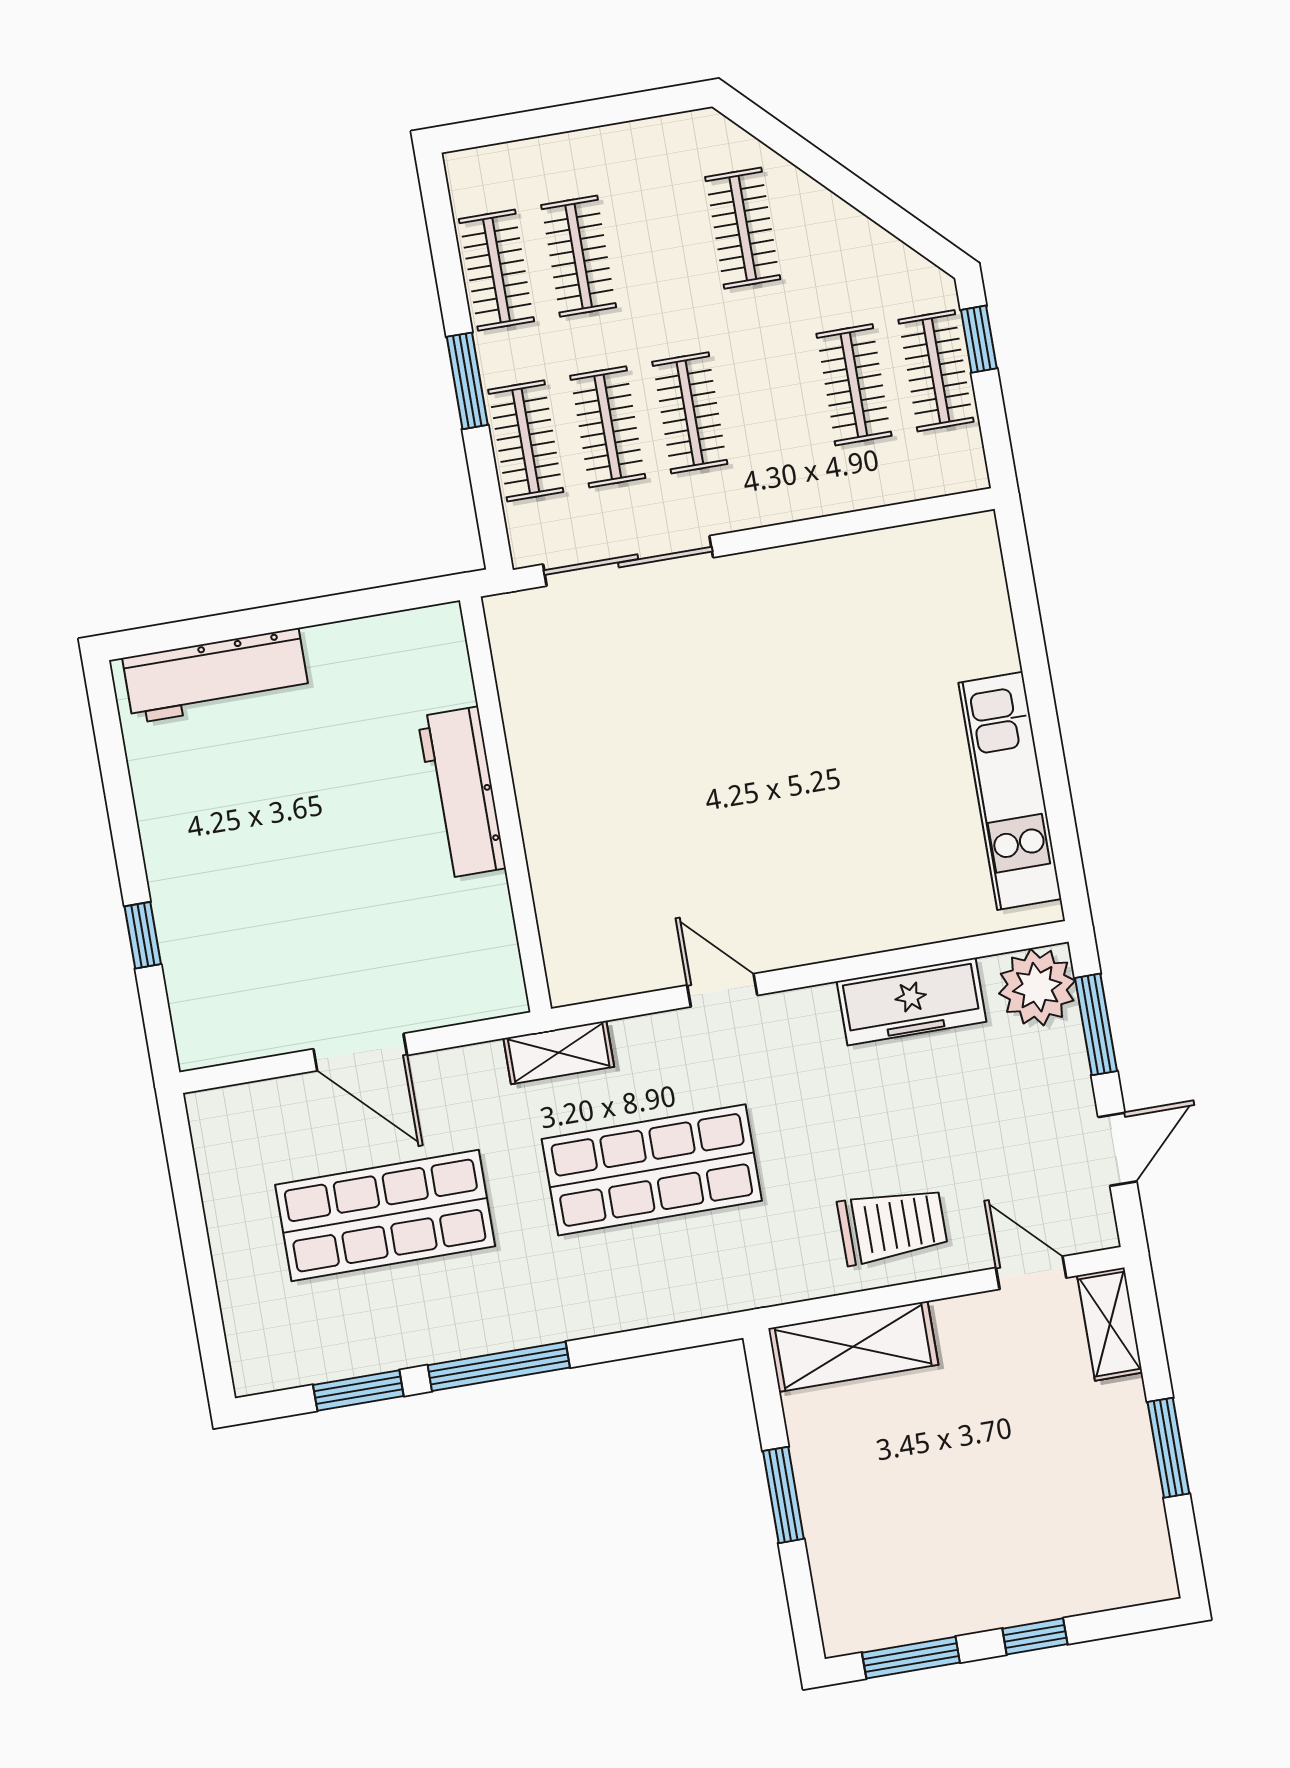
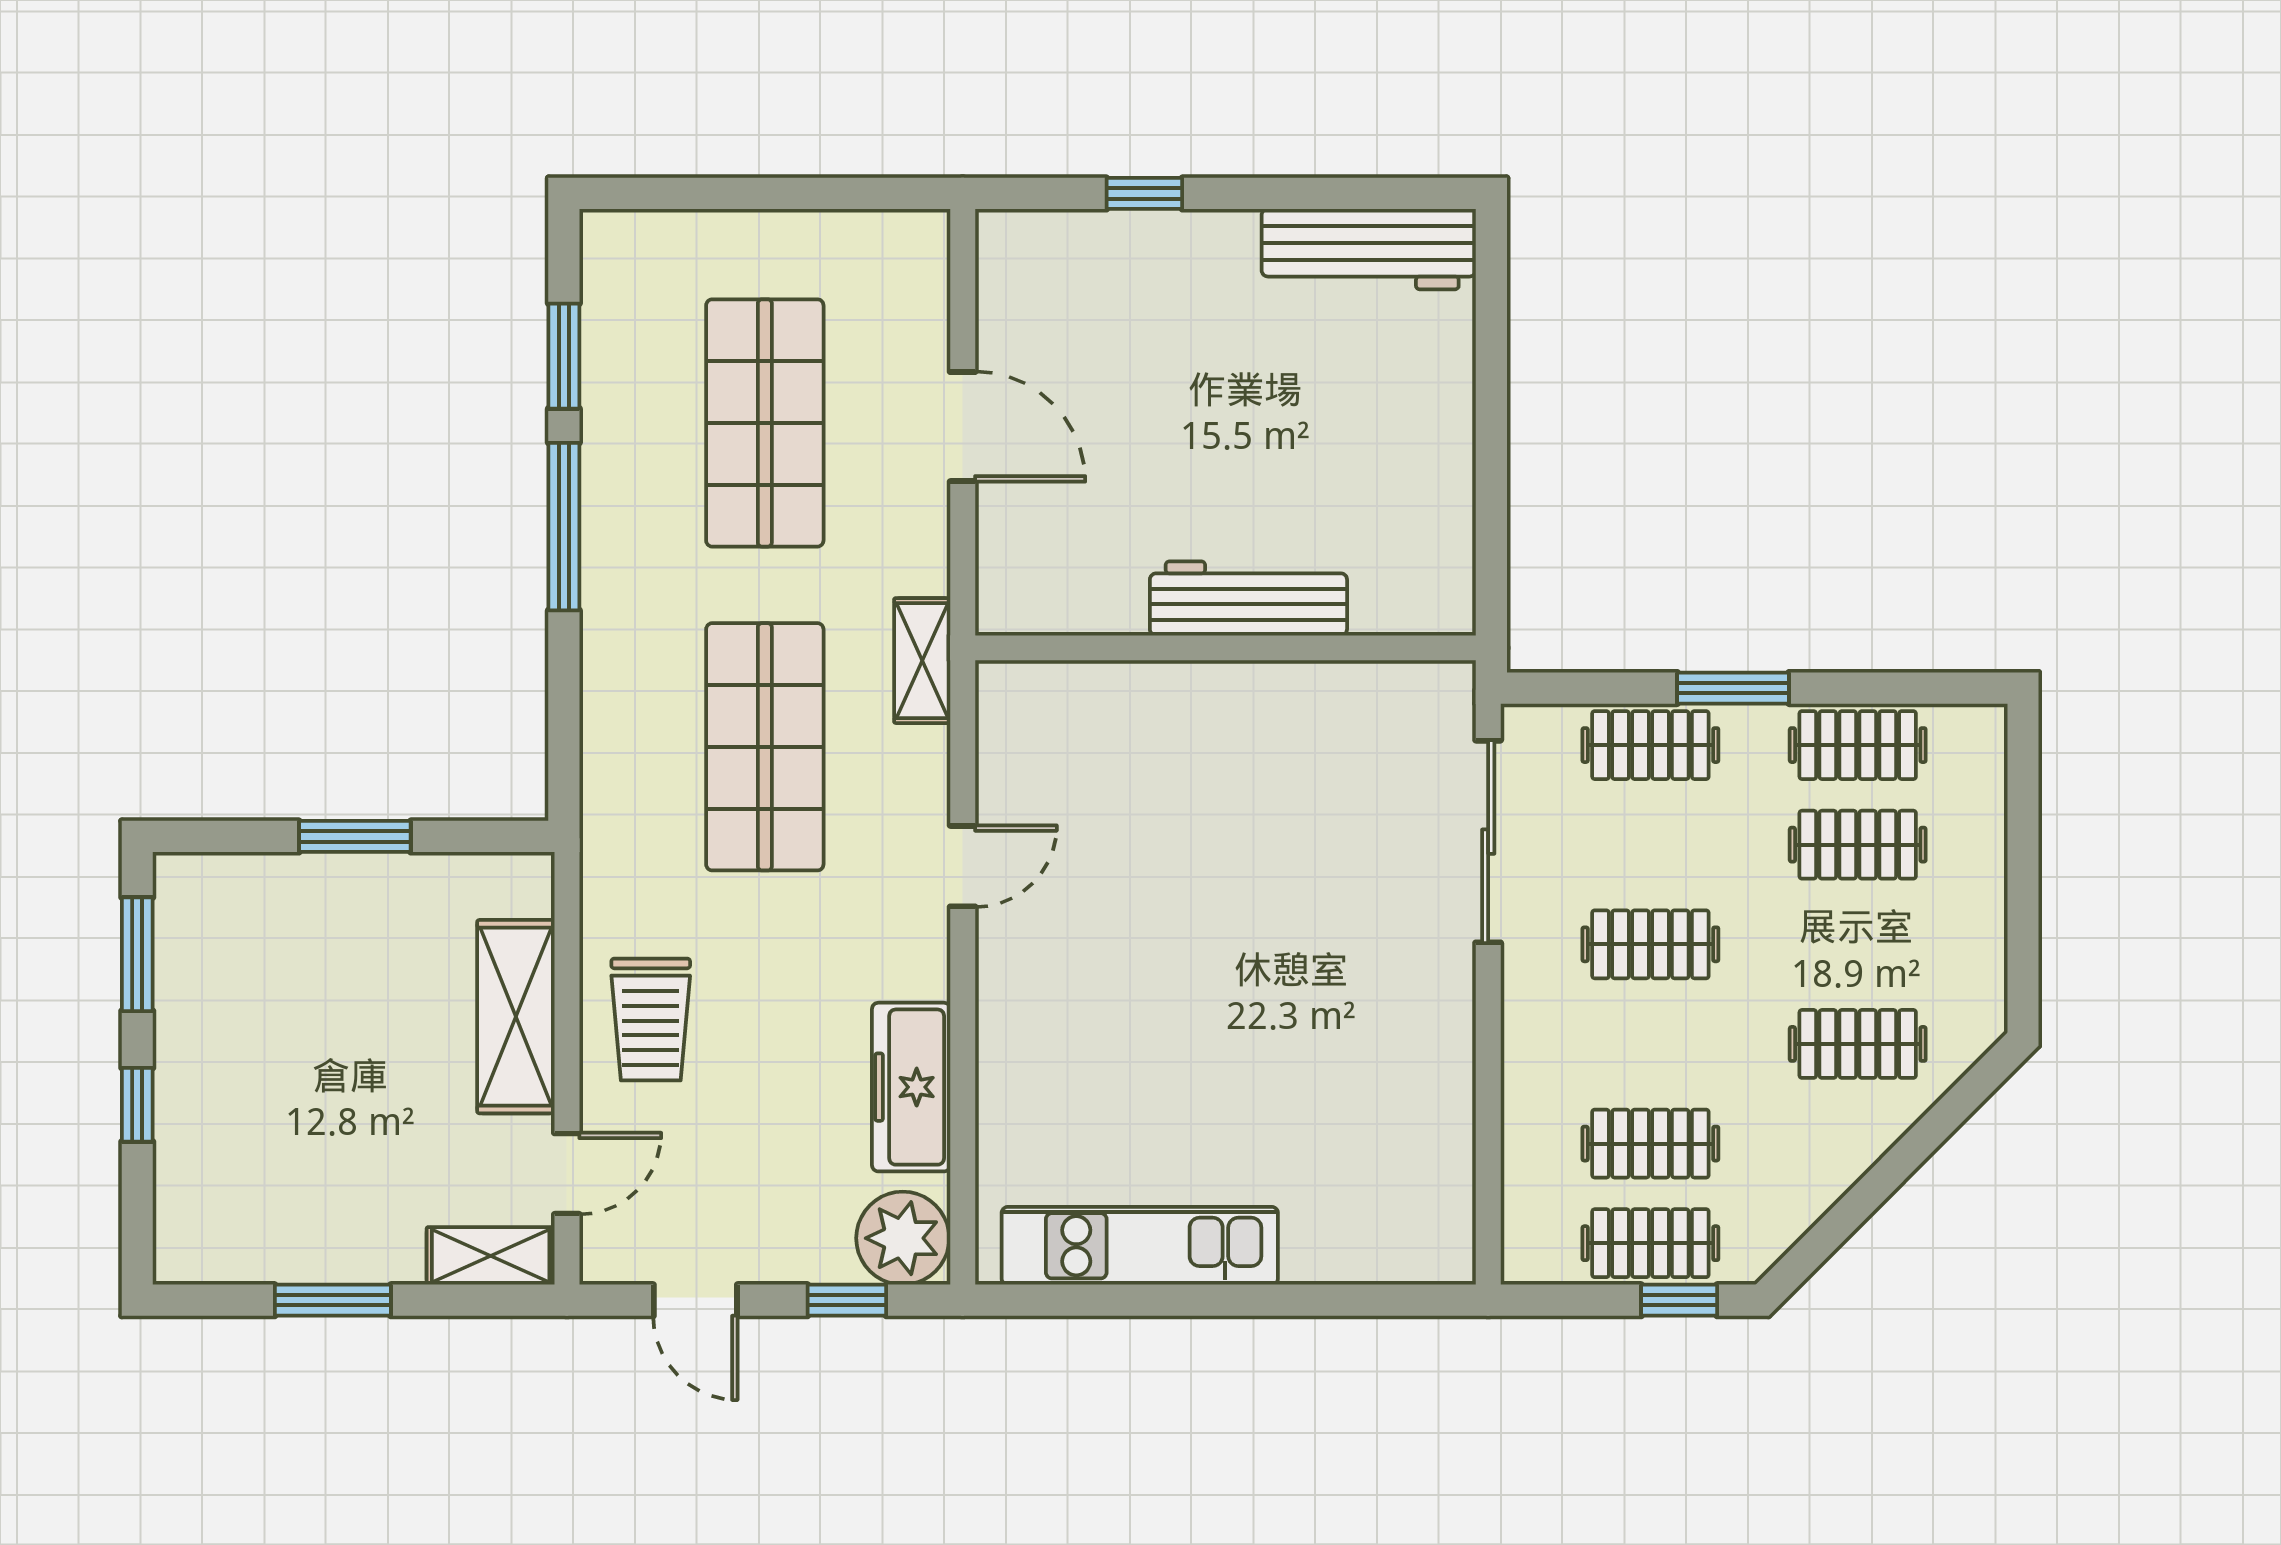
clothes rail: (608, 427) -> (1650, 845), removed
workbench: (216, 676) -> (1369, 249), moved, turned -90
window: (1096, 1024) -> (847, 1300), width x0.67
door: (360, 1052) -> (963, 427), swing flipped
shelving: (853, 1347) -> (516, 1017), moved

